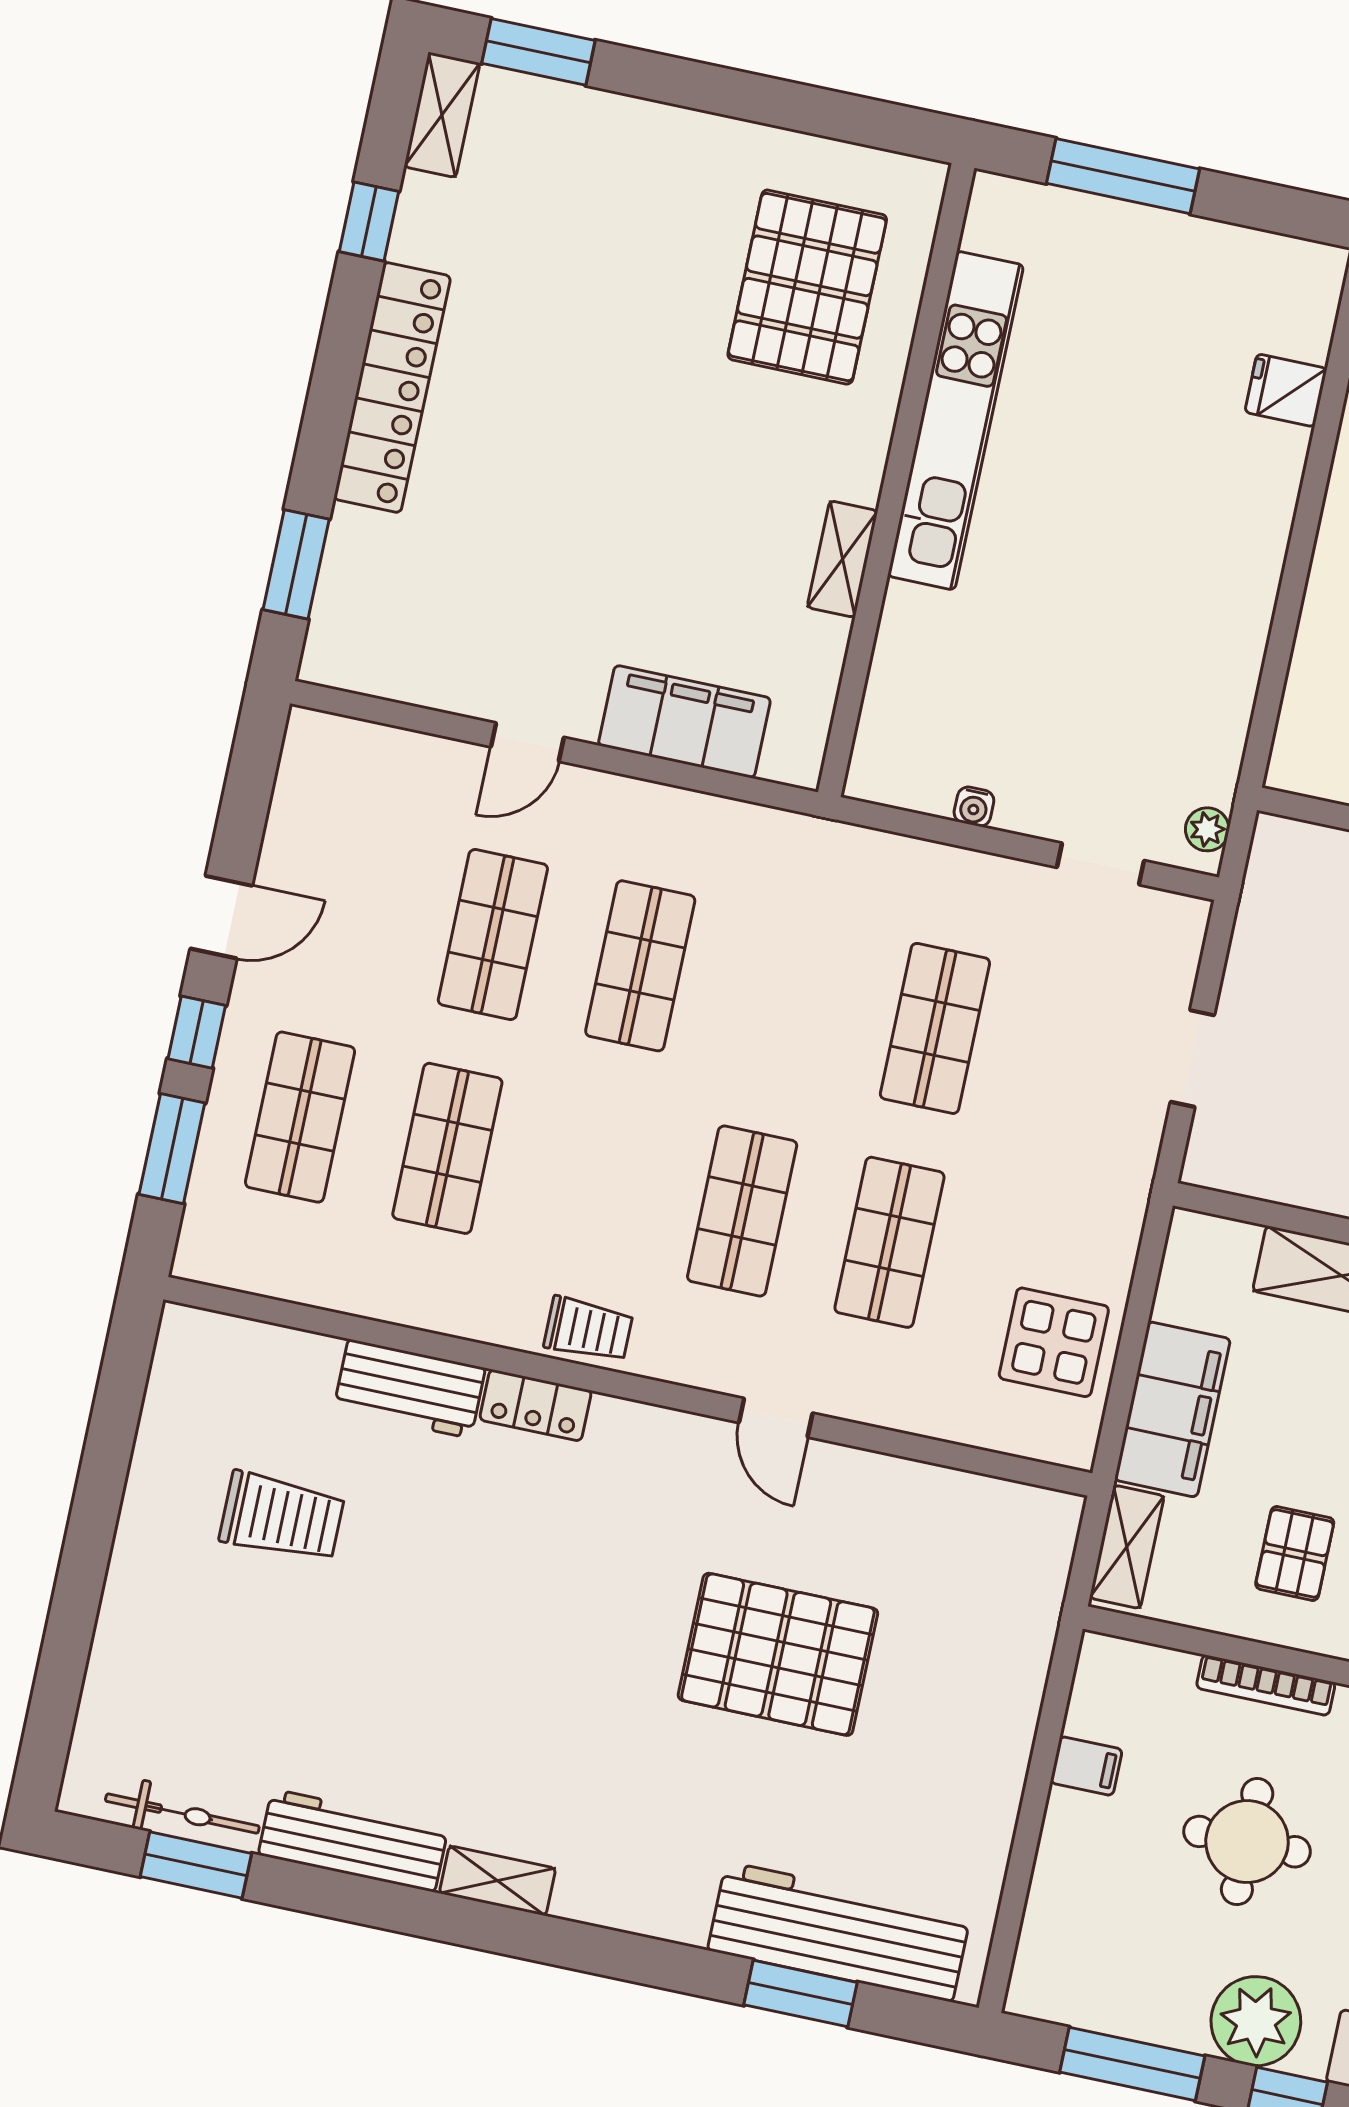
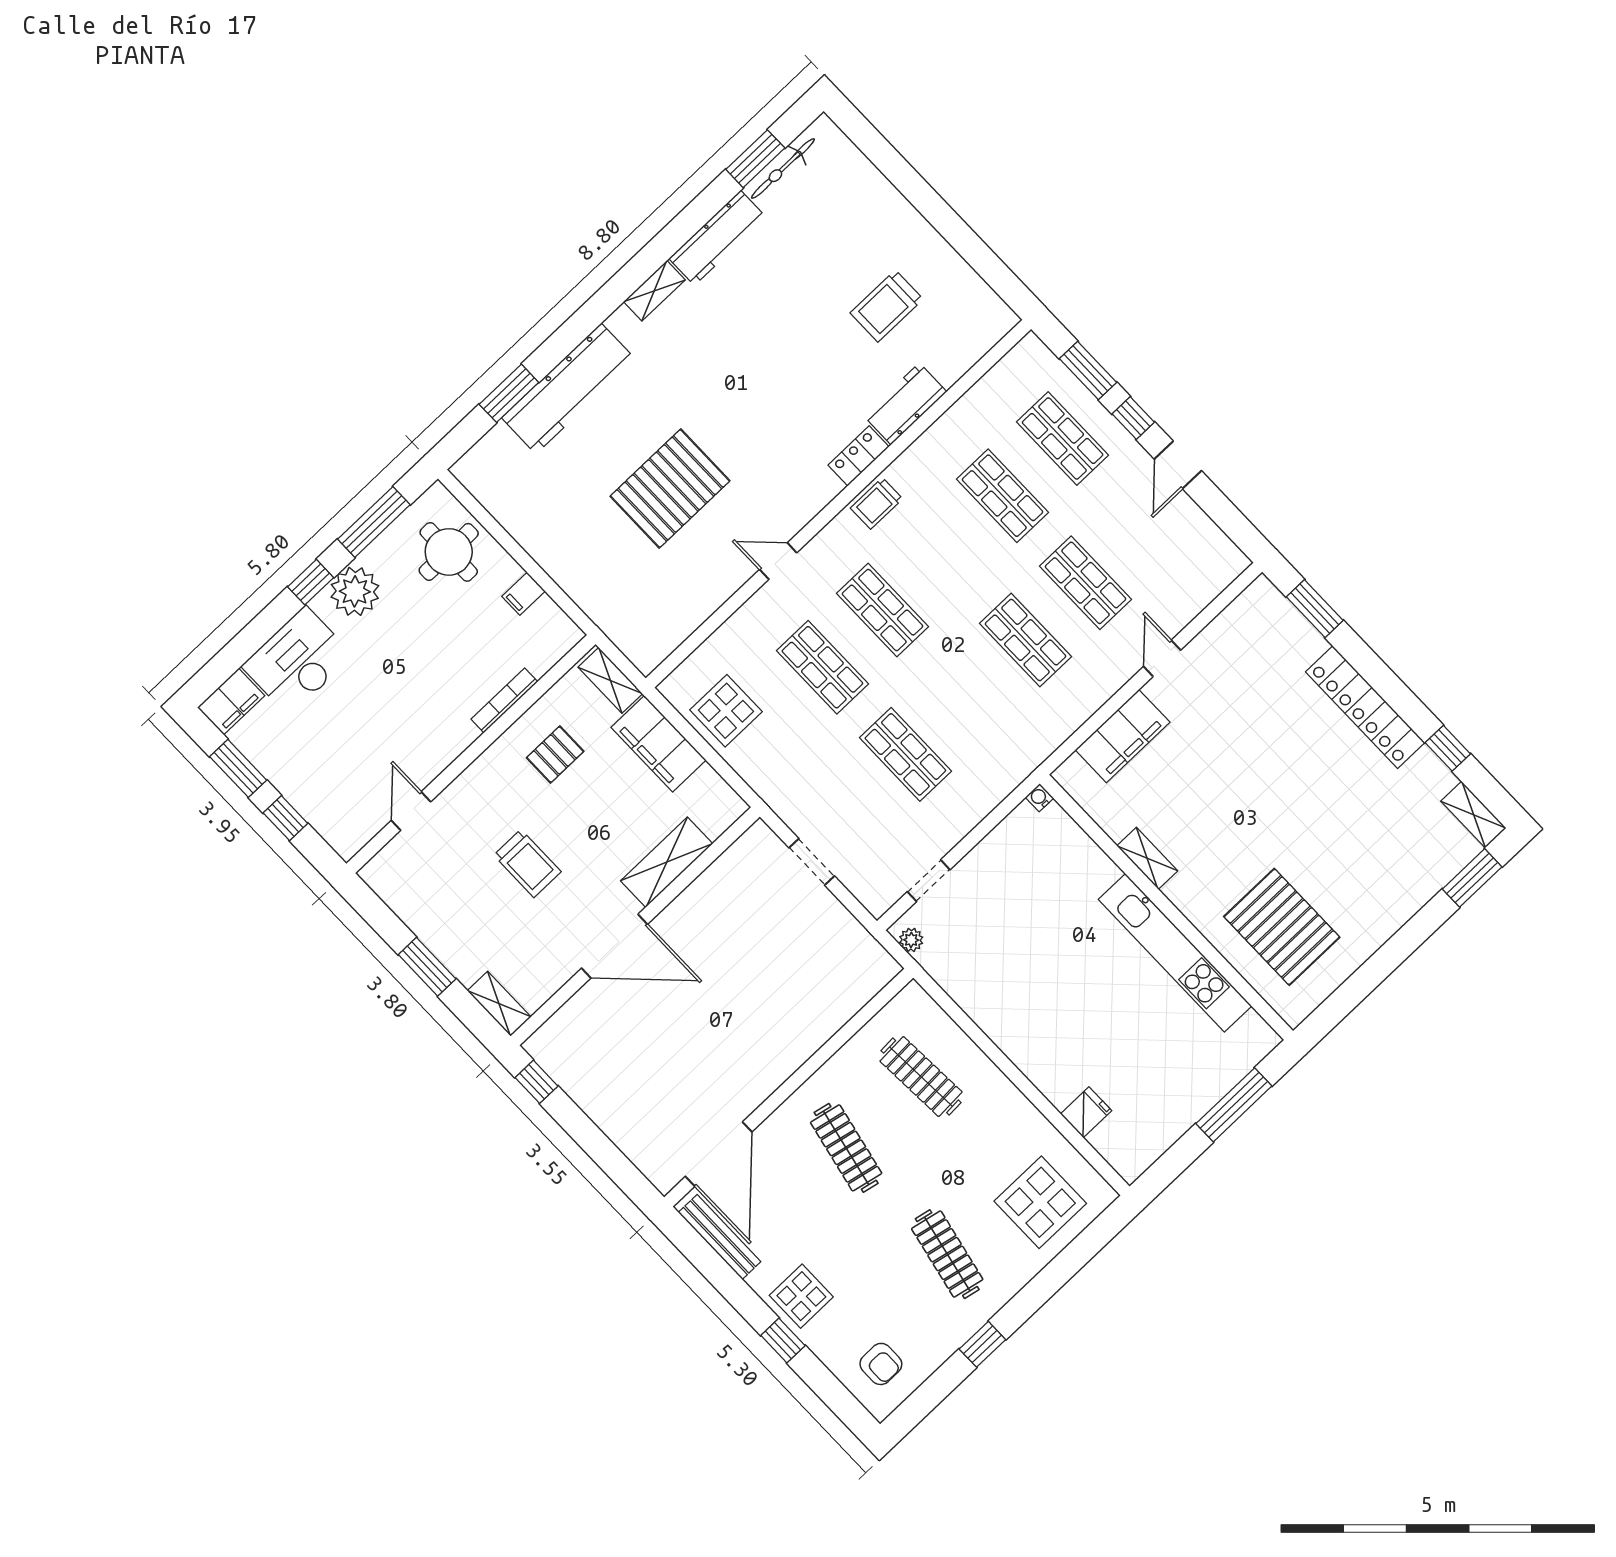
water cooler: (974, 807) -> (1040, 798), moved
pallet: (1295, 1553) -> (555, 755), turned 90
round table: (1247, 1842) -> (449, 552), moved
workbench: (839, 1932) -> (569, 389), moved

